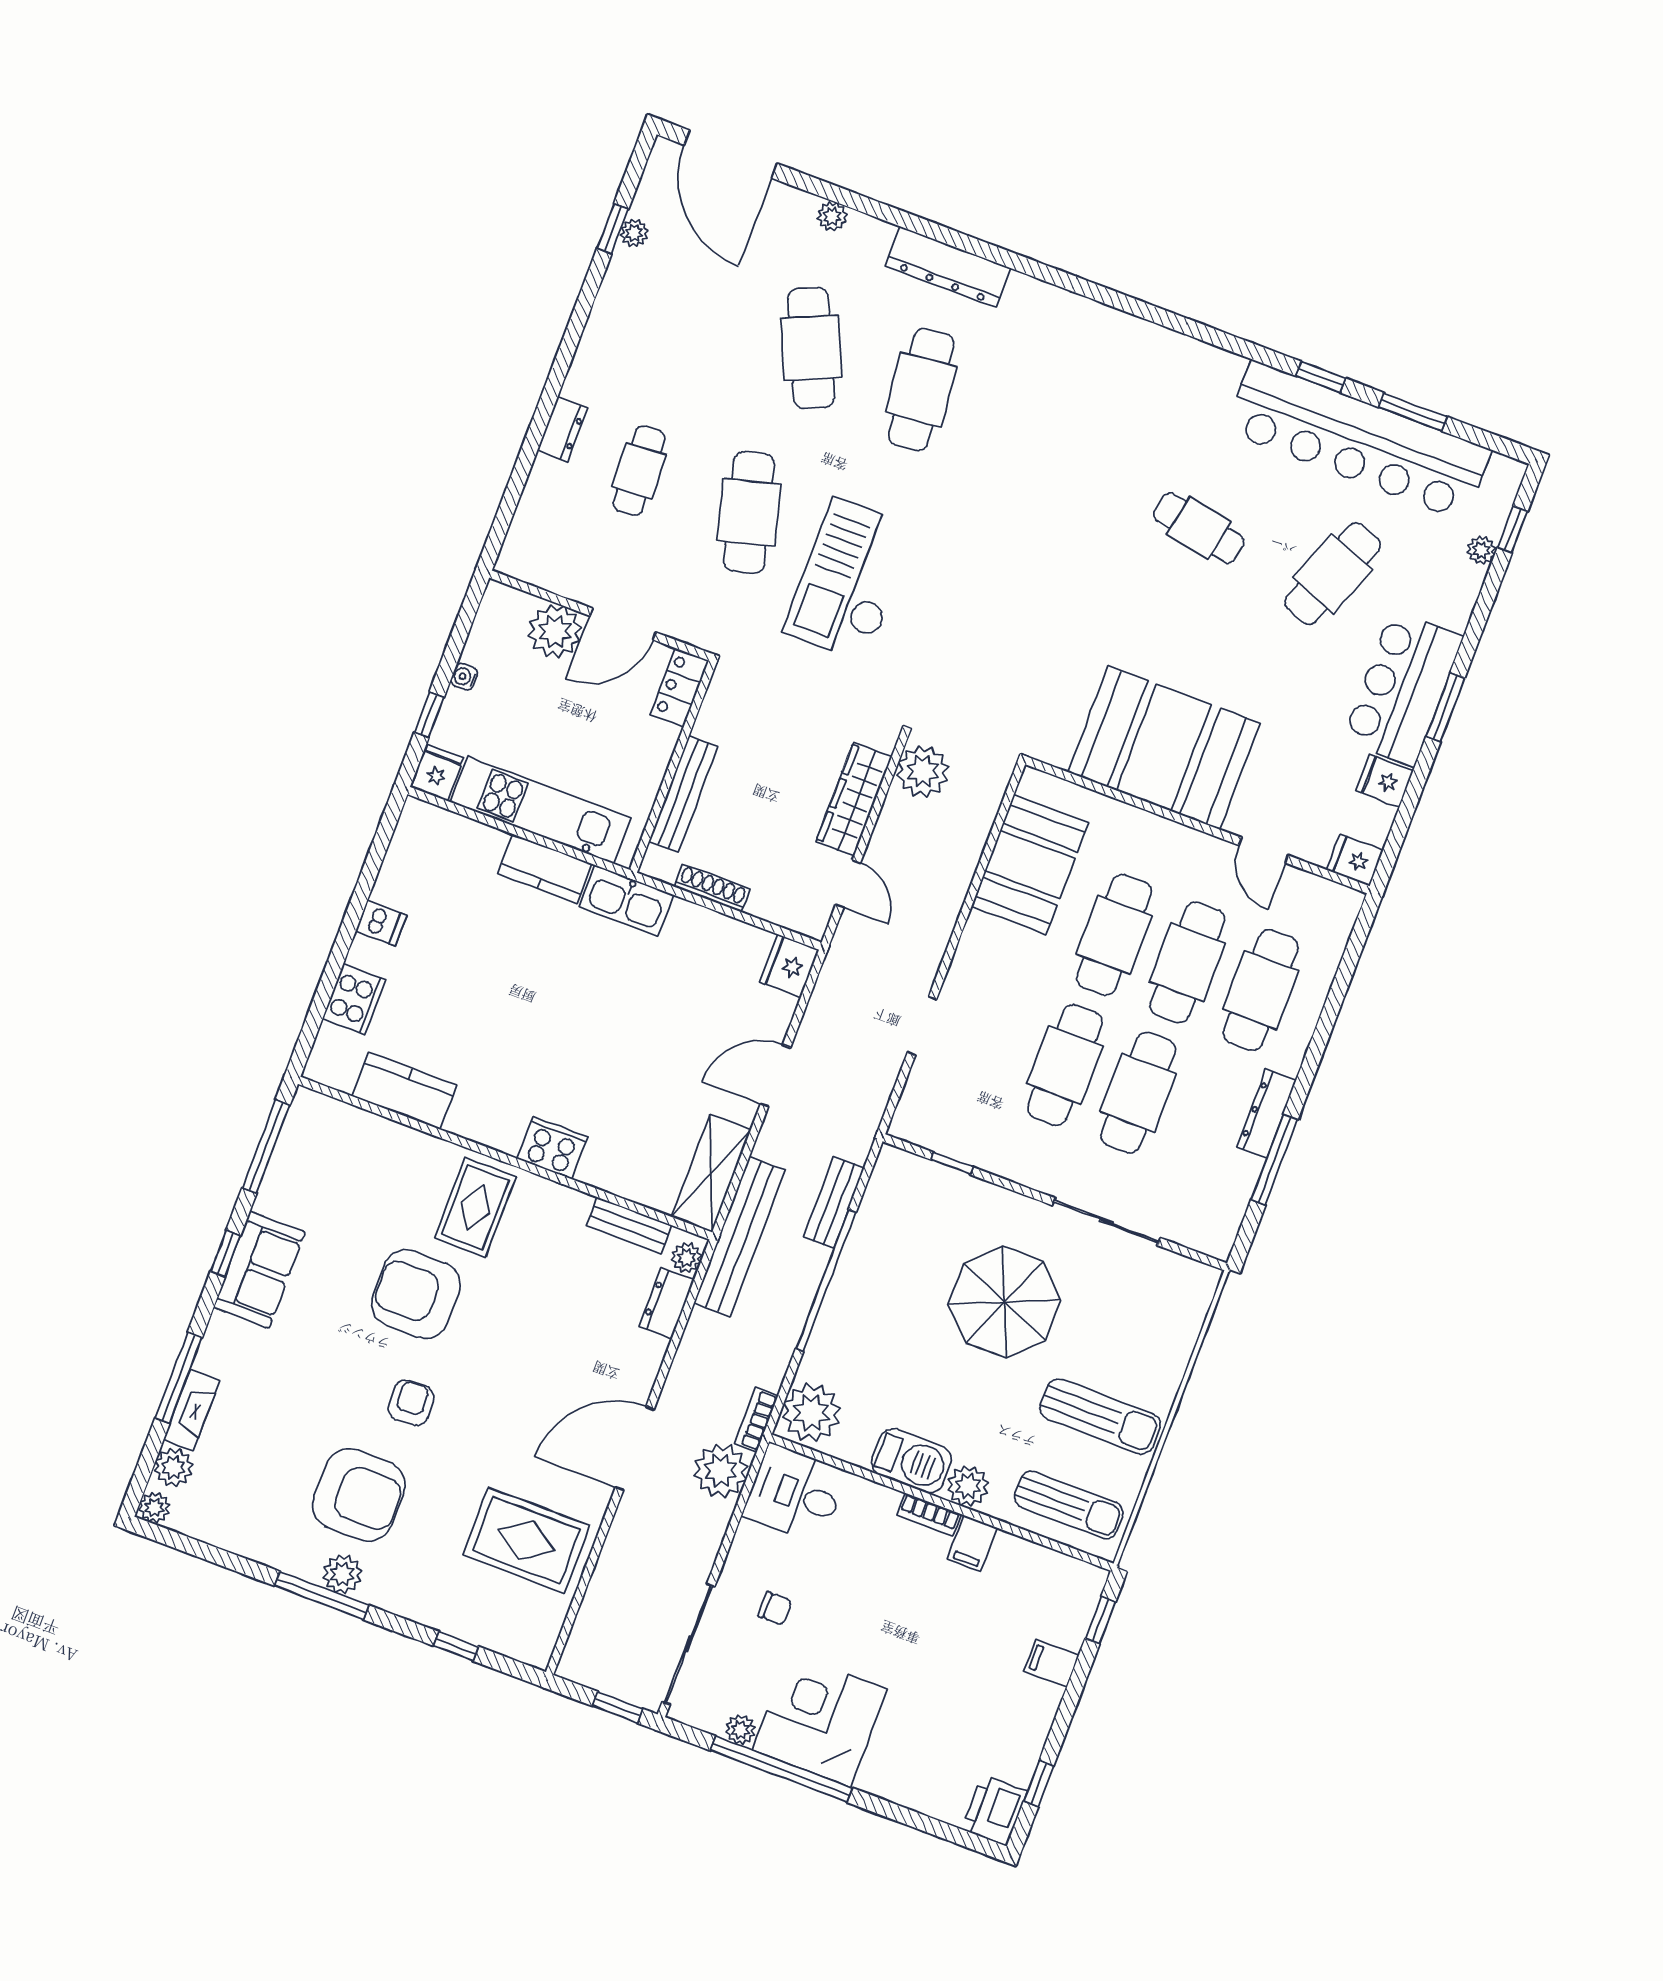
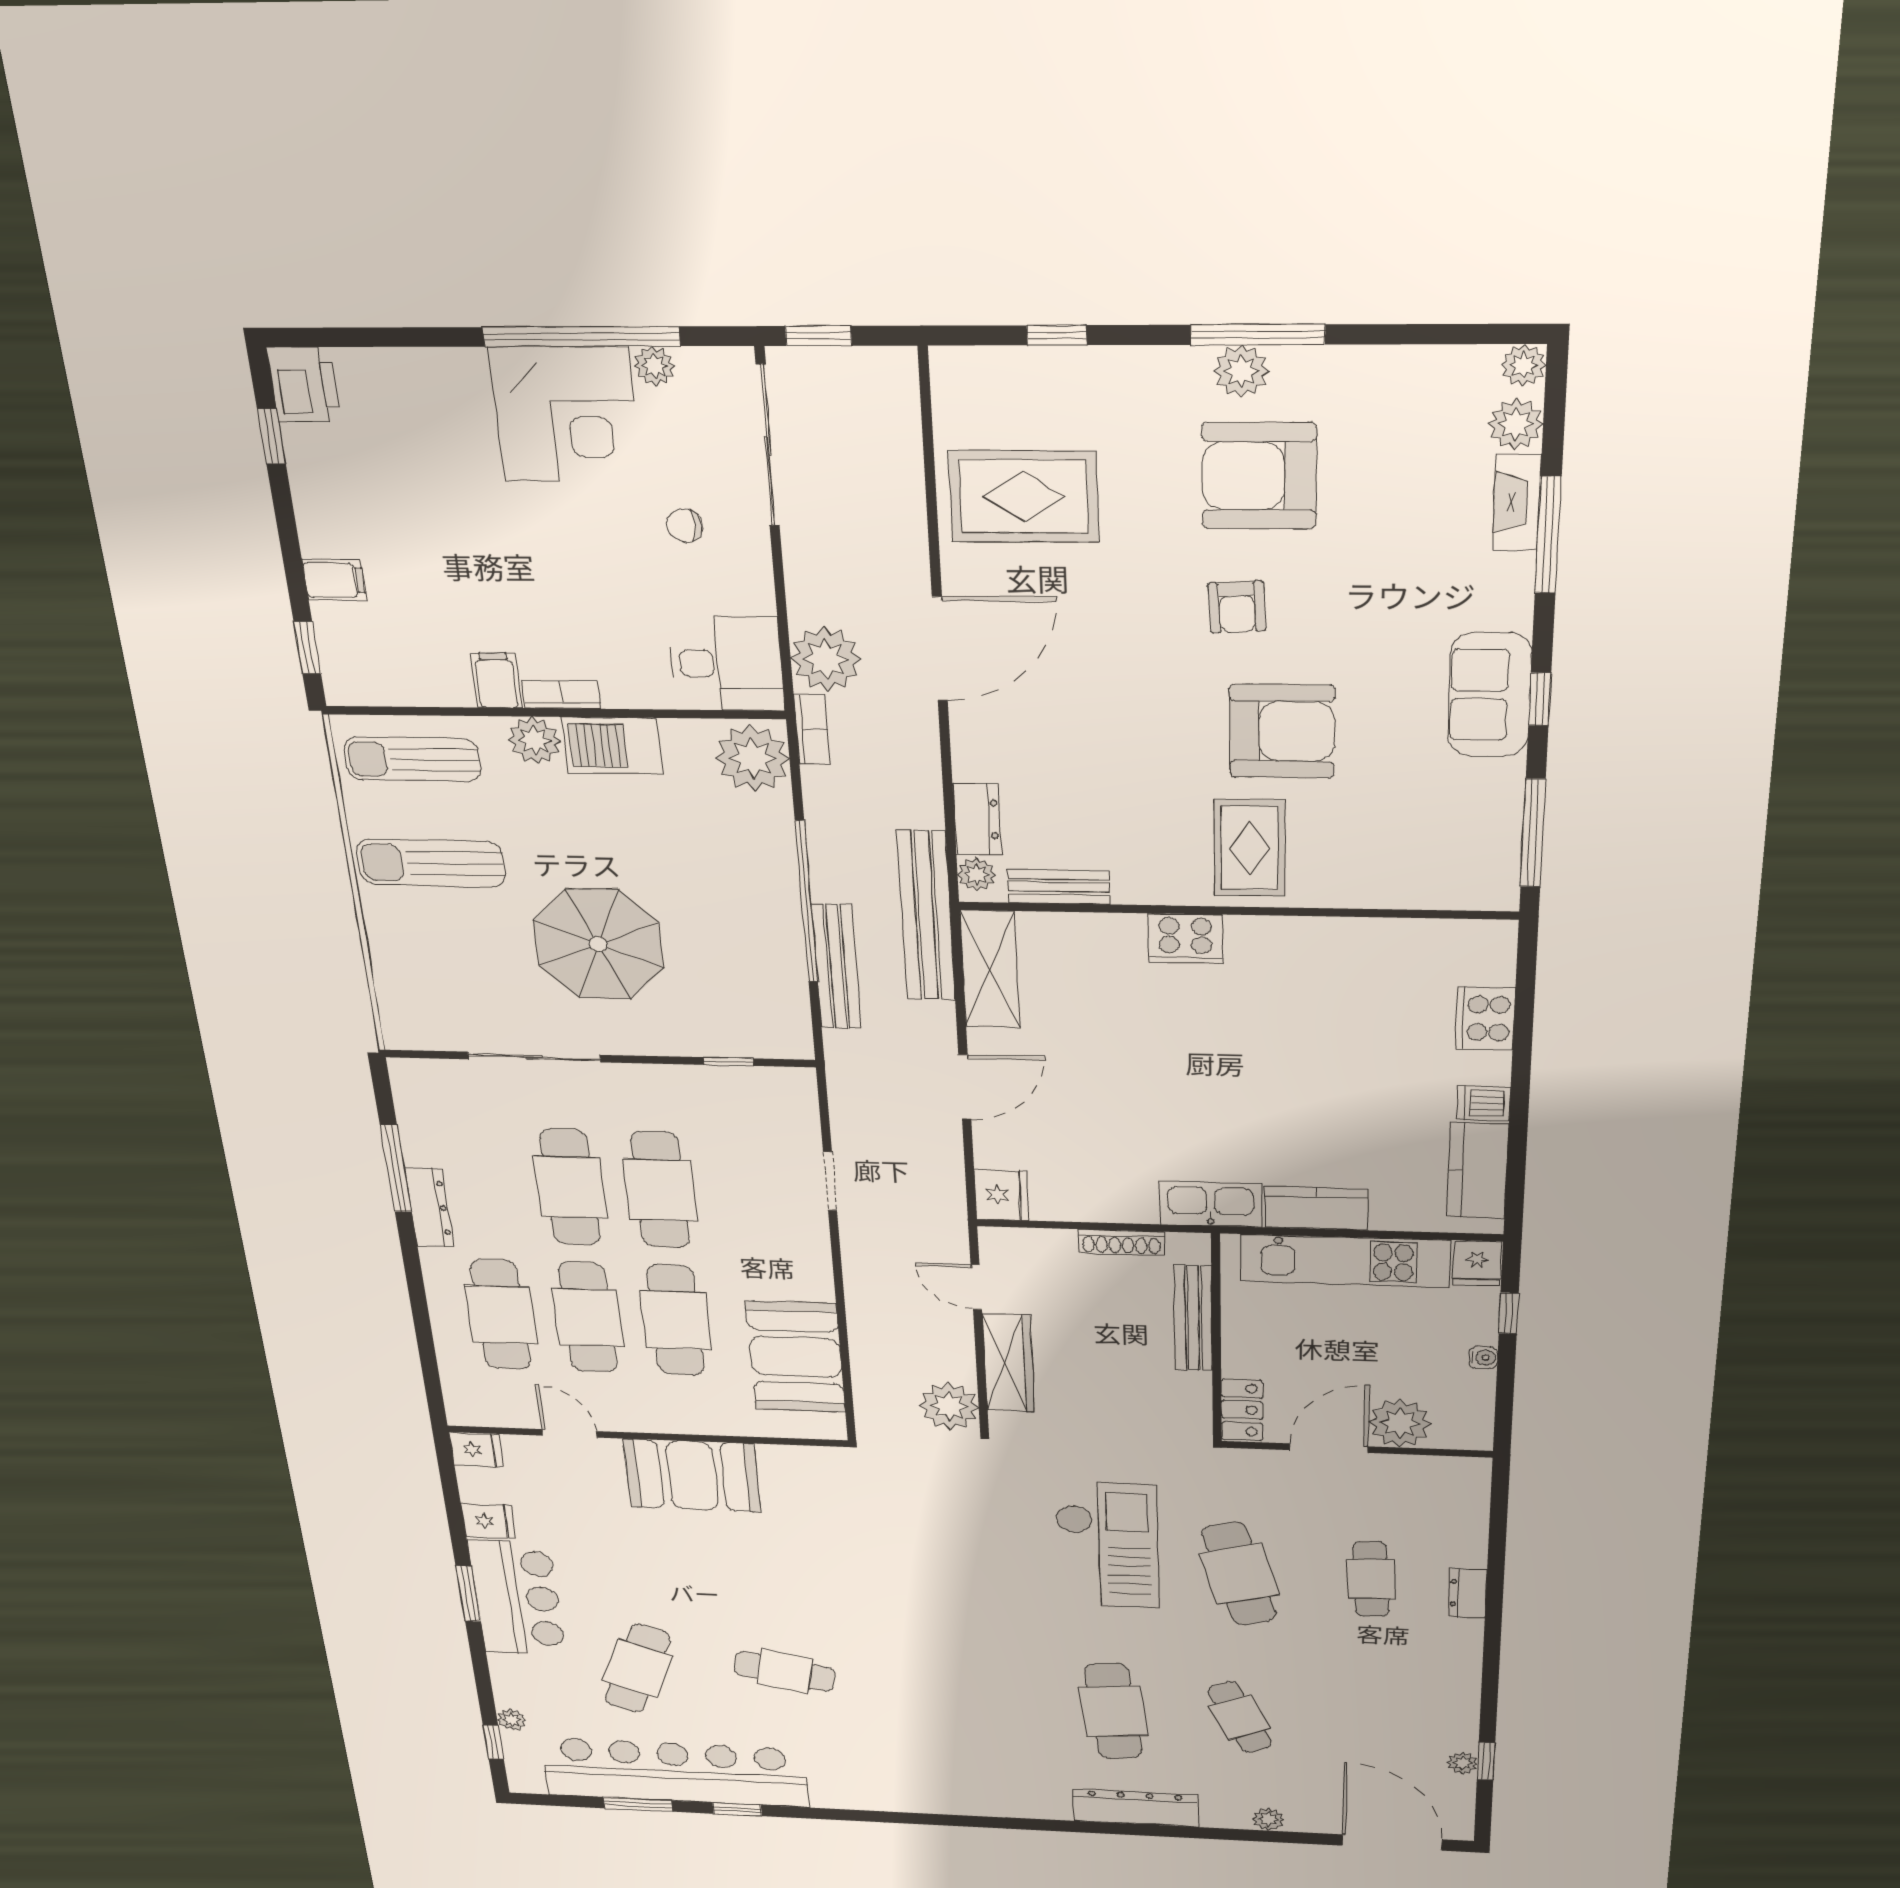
cafe table: (811, 348) -> (1240, 1717), width x0.73, depth x0.74
booth: (1164, 748) -> (692, 1476), width x0.73, depth x0.70
kitchen counter: (404, 1091) -> (1478, 1171), moved, turned 90
bench: (834, 1202) -> (836, 967), width x1.36

